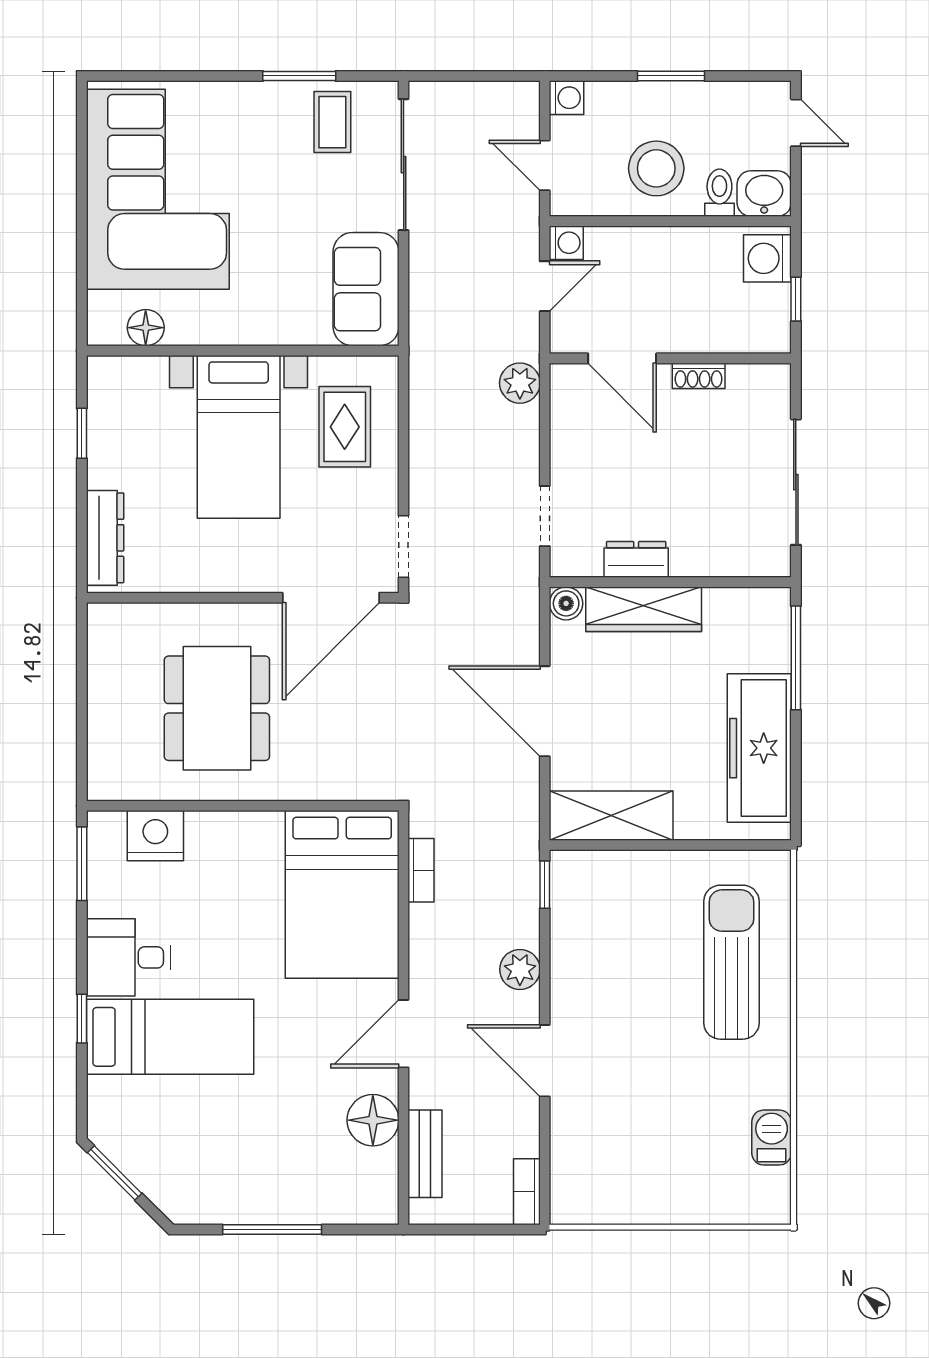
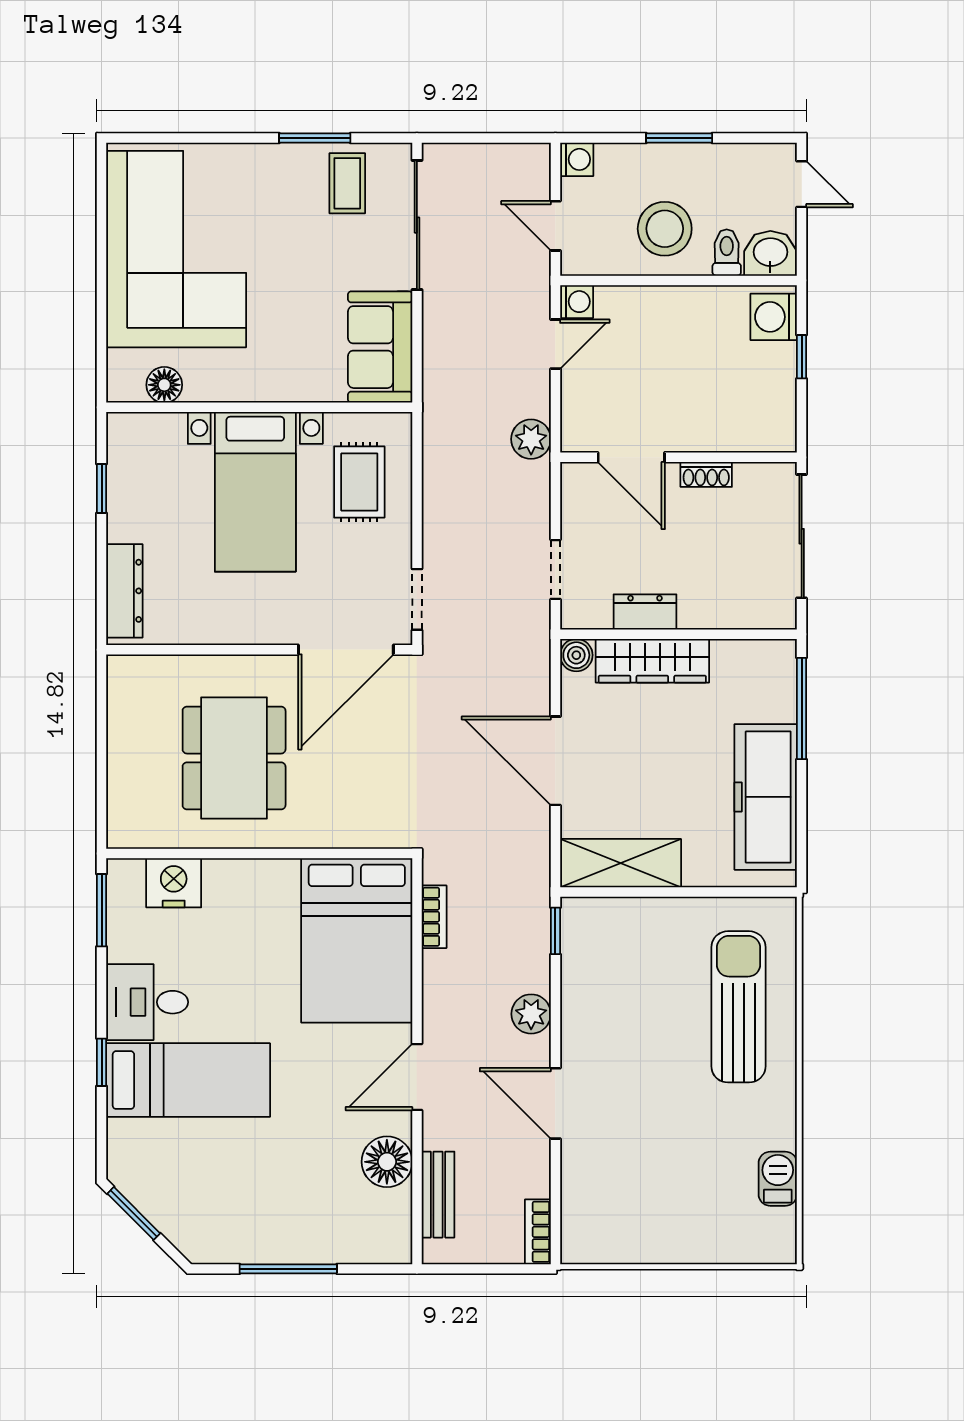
door: (622, 358) -> (631, 457), moved
wall: (670, 358) -> (678, 457), moved
shoe rack: (699, 376) -> (706, 474), moved

